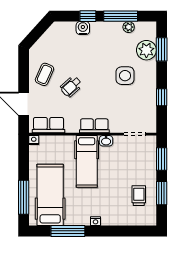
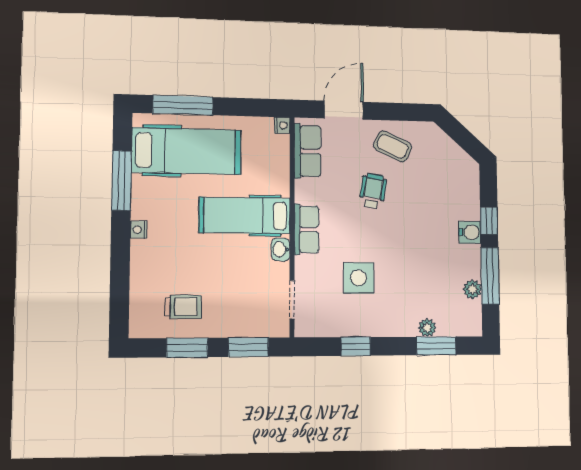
water cooler: (83, 28) -> (470, 232), moved
plant: (146, 50) -> (427, 328), width x0.53, depth x0.53
side table: (125, 76) -> (359, 278), moved
wheelchair: (71, 86) -> (373, 191), turned 51

